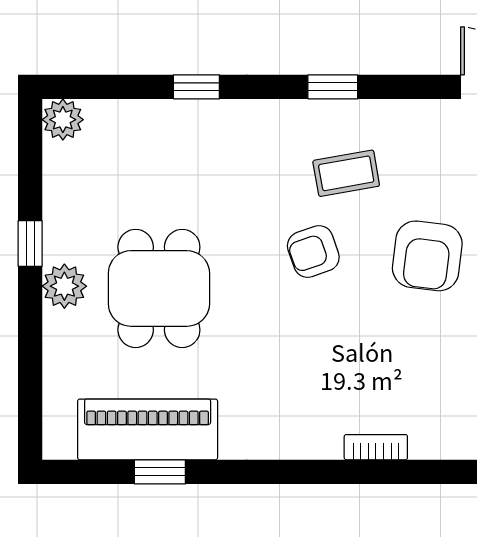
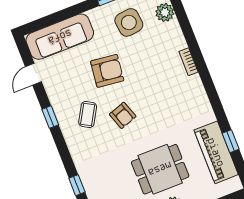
window: (333, 87) -> (50, 117), moved
coffee table: (346, 173) -> (88, 114), turned 40

